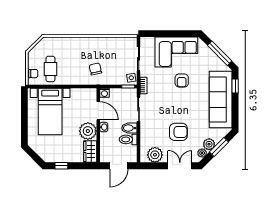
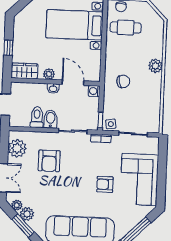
plant: (81, 43) -> (155, 66), added
door: (98, 111) -> (73, 83), swing flipped
plant: (88, 131) -> (49, 74), width x0.53, depth x0.53
armchair: (178, 132) -> (49, 161), moved
window: (61, 166) -> (8, 48), moved

